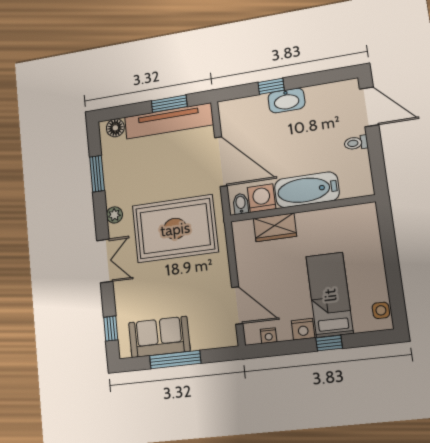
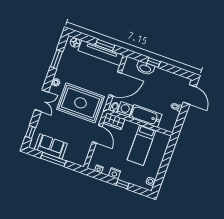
washbasin: (286, 100) -> (145, 68), moved
door: (221, 162) -> (115, 84), hinge flipped
wardrobe: (275, 227) -> (114, 121), moved
bed: (330, 295) -> (142, 145), moved, turned 180
door: (237, 305) -> (97, 134), moved

